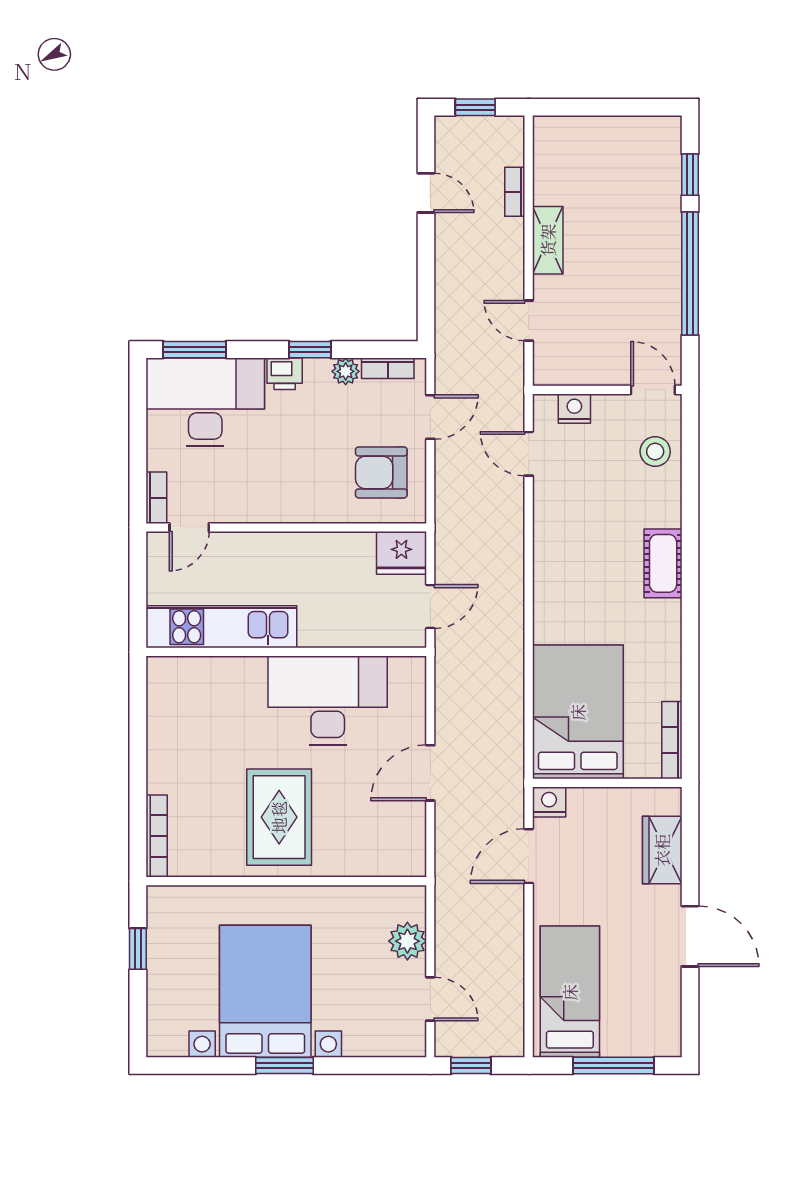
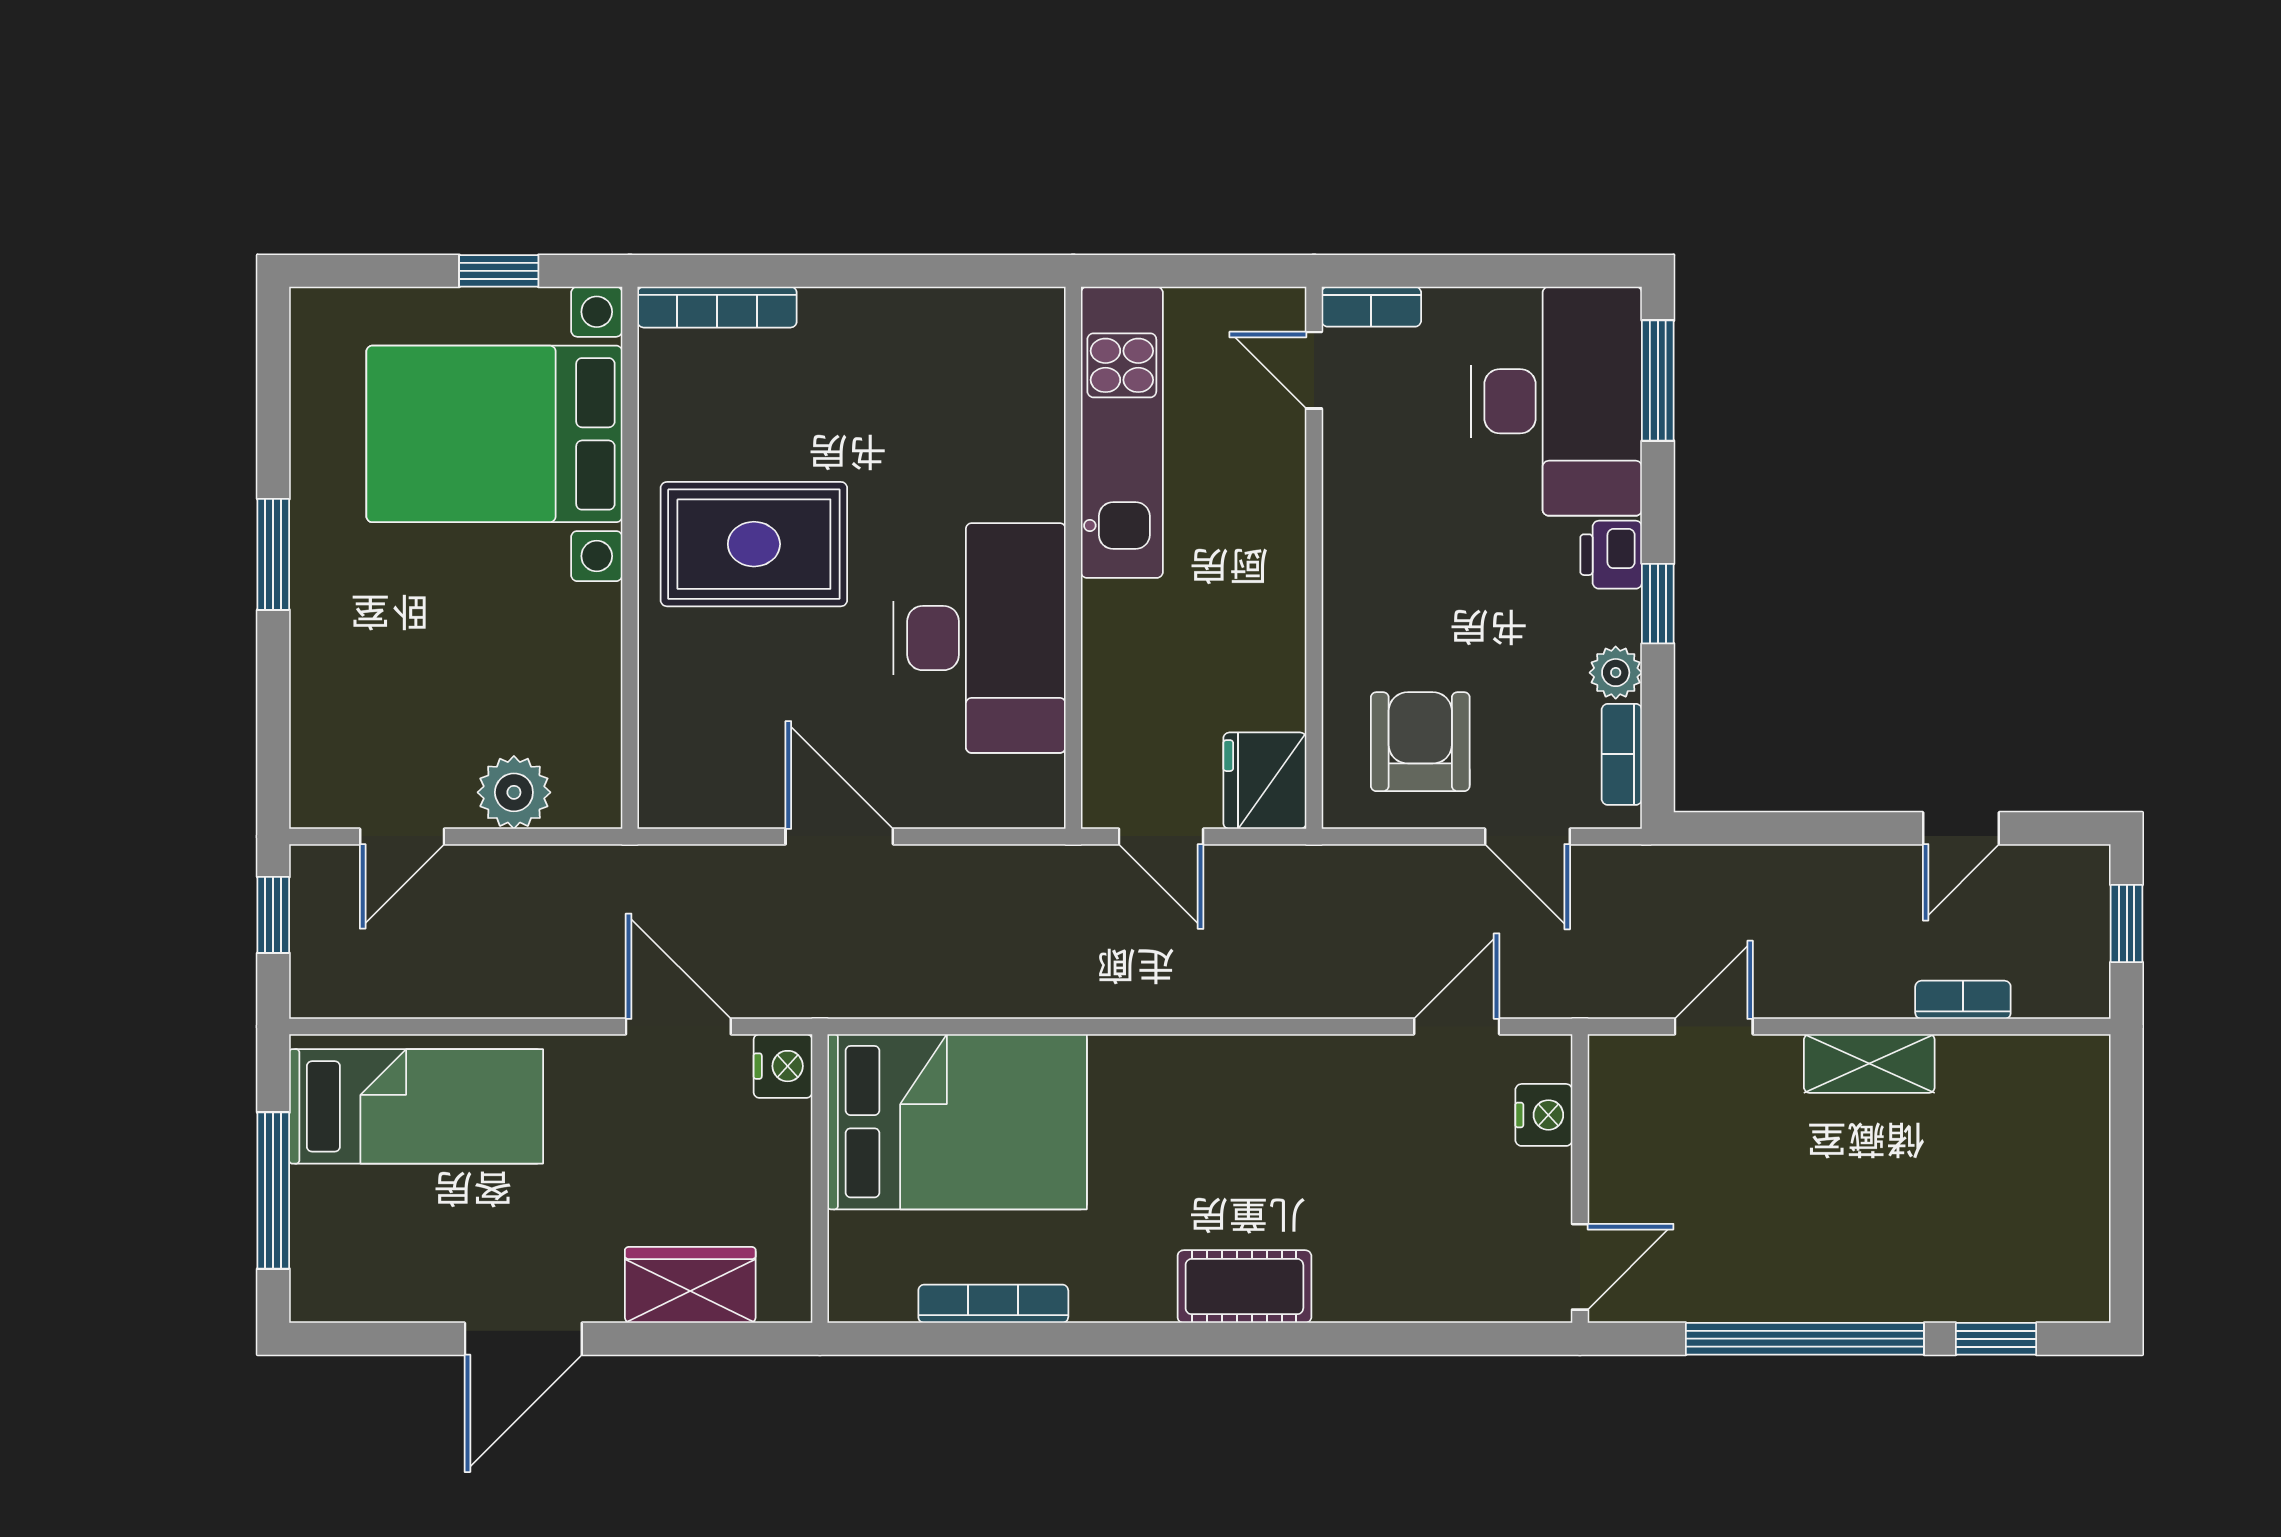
stool: (655, 452) -> (1461, 1271), removed
bookcase: (672, 740) -> (993, 1304), moved
bed with nightstands: (265, 991) -> (494, 434), moved, turned 180

